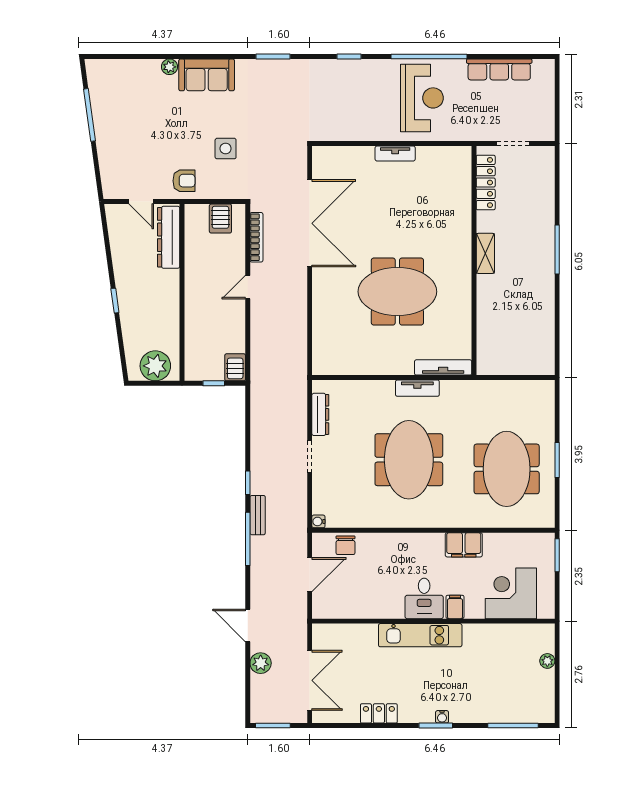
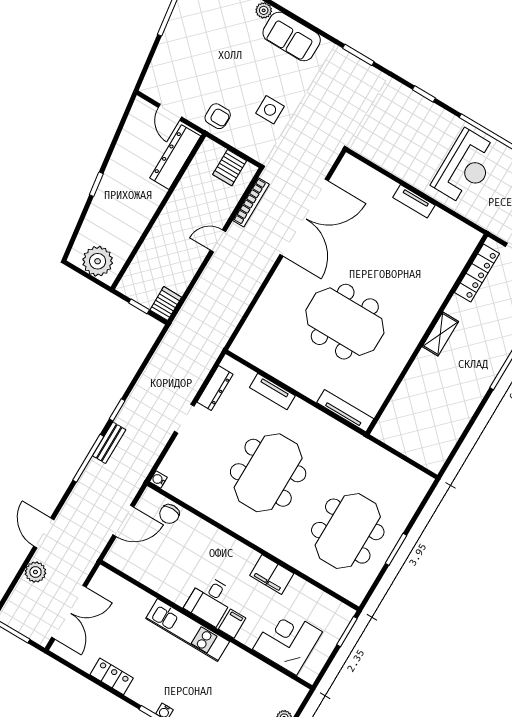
tv unit: (417, 388) -> (272, 392), moved

